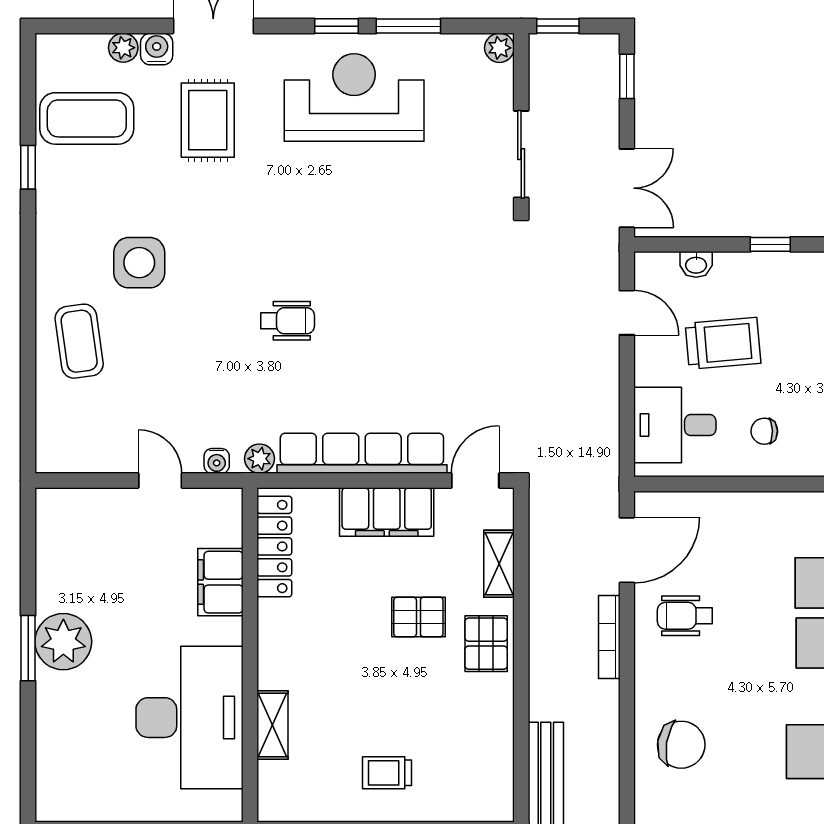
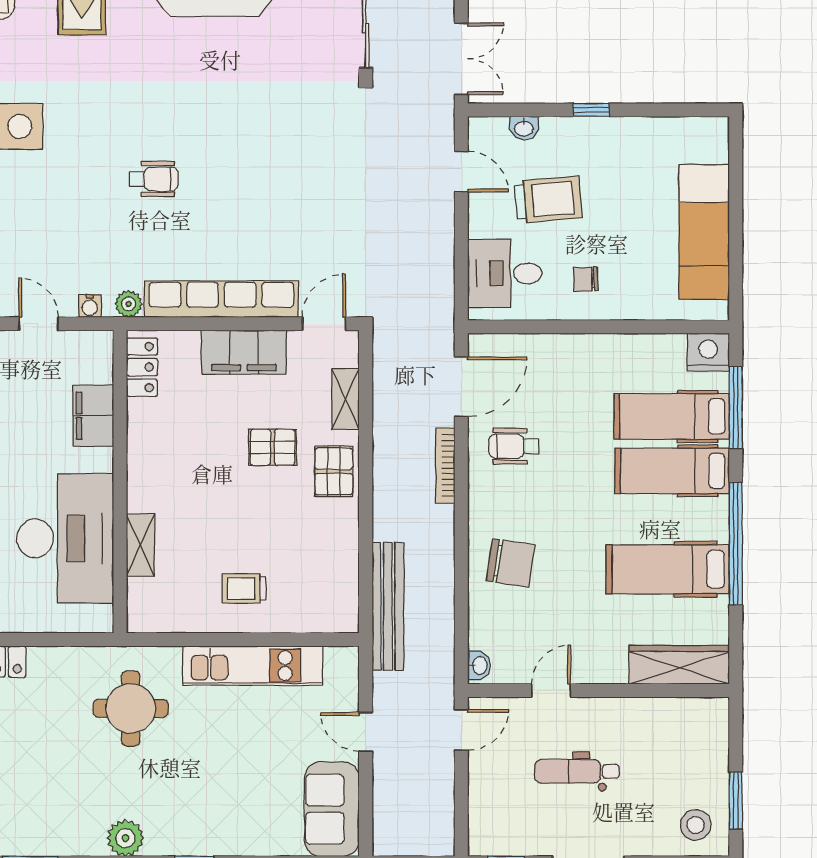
locker: (274, 546) -> (142, 367), width x0.66

